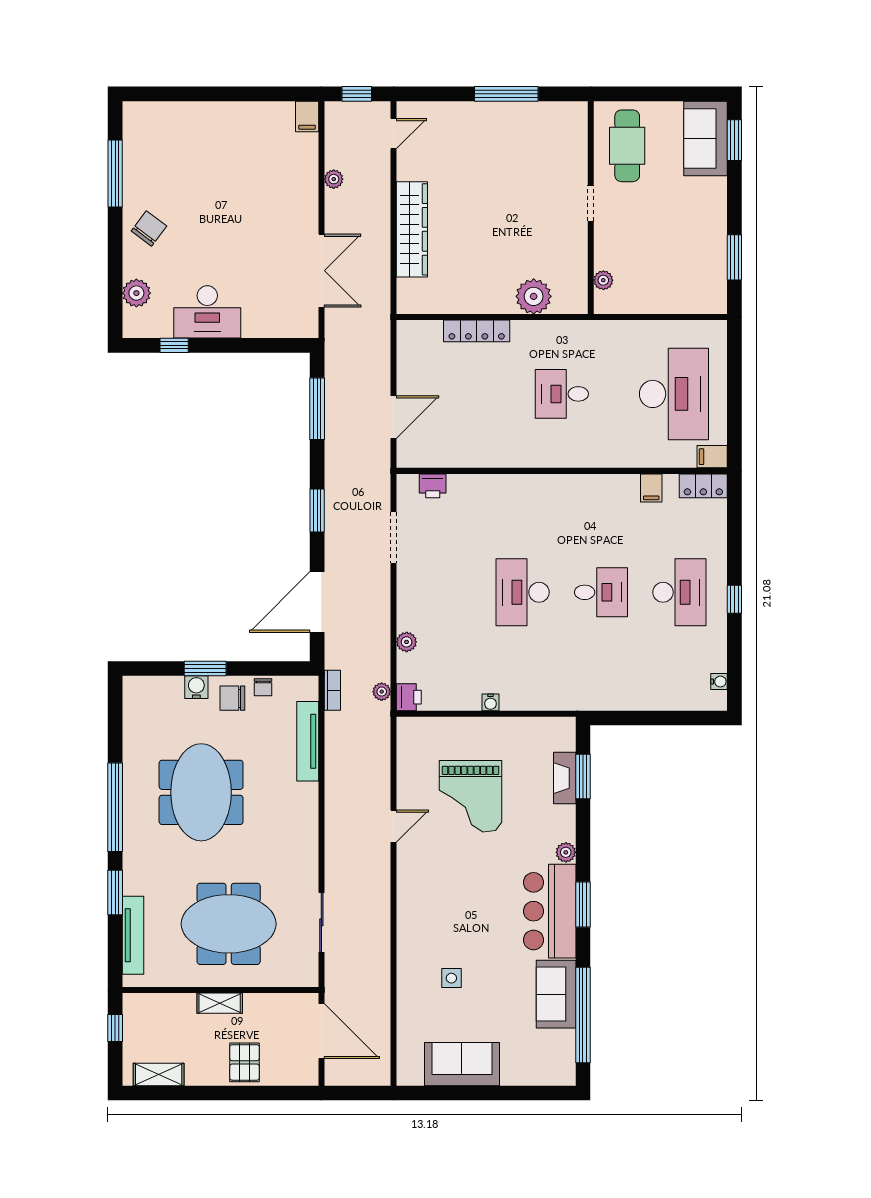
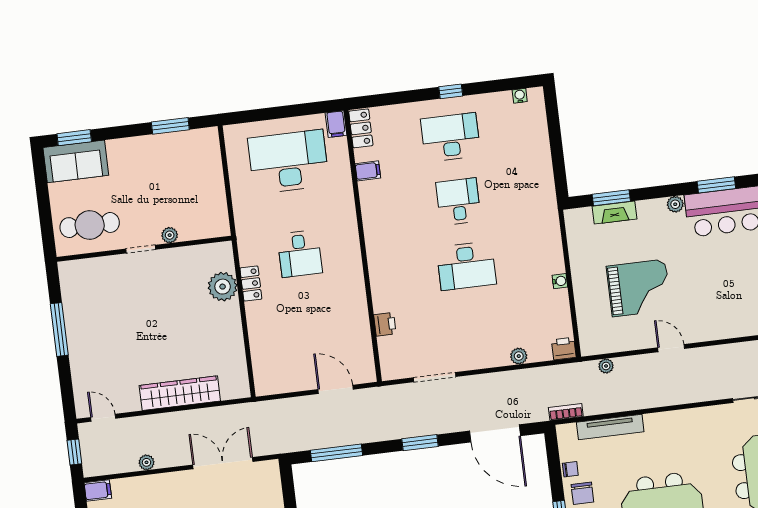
plant: (603, 280) -> (170, 235), moved
locker: (477, 331) -> (251, 284), moved, width x0.66
printer: (433, 486) -> (385, 324), moved
plant: (382, 692) -> (606, 366), moved

